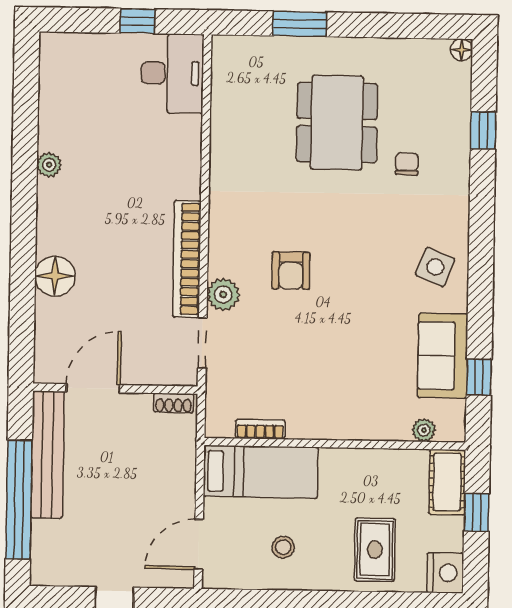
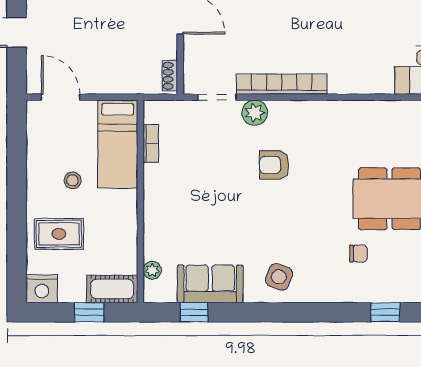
stool: (283, 547) -> (73, 180), moved

